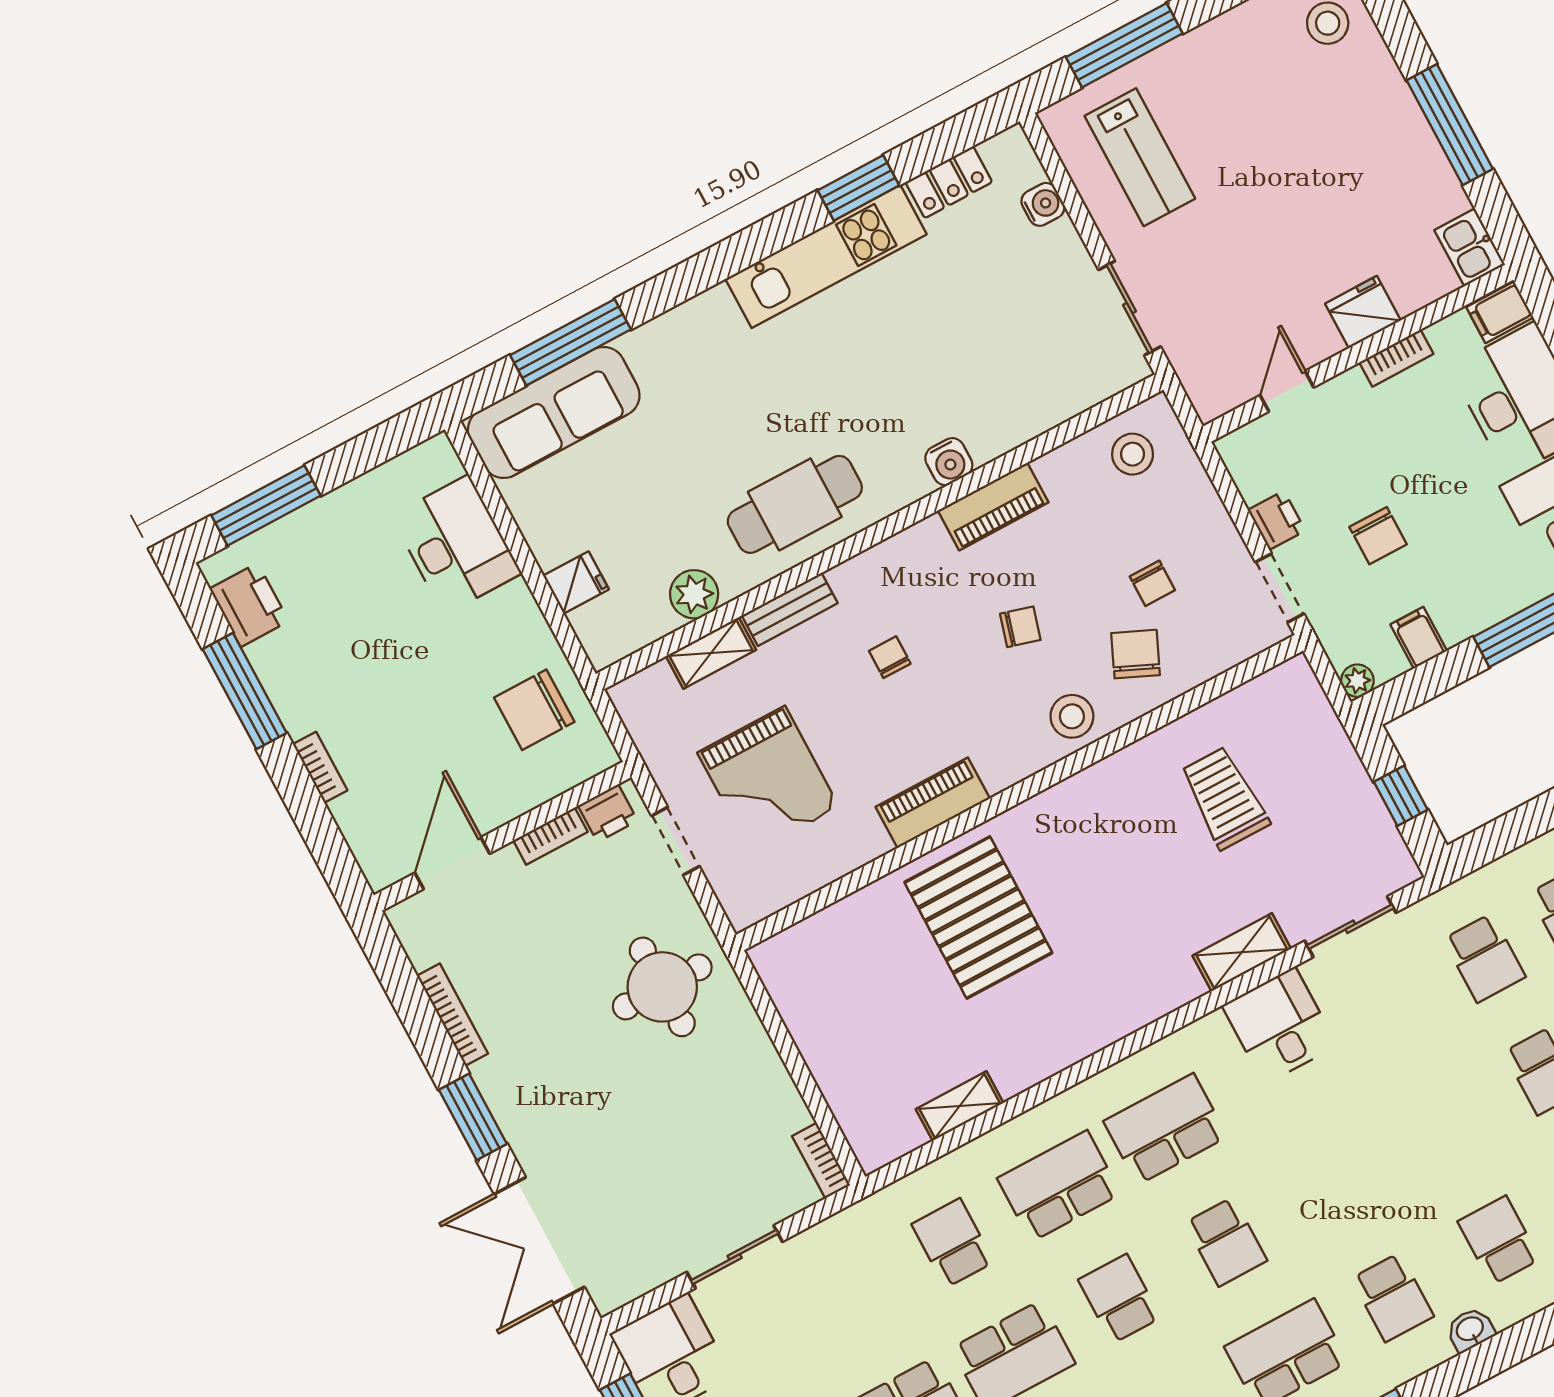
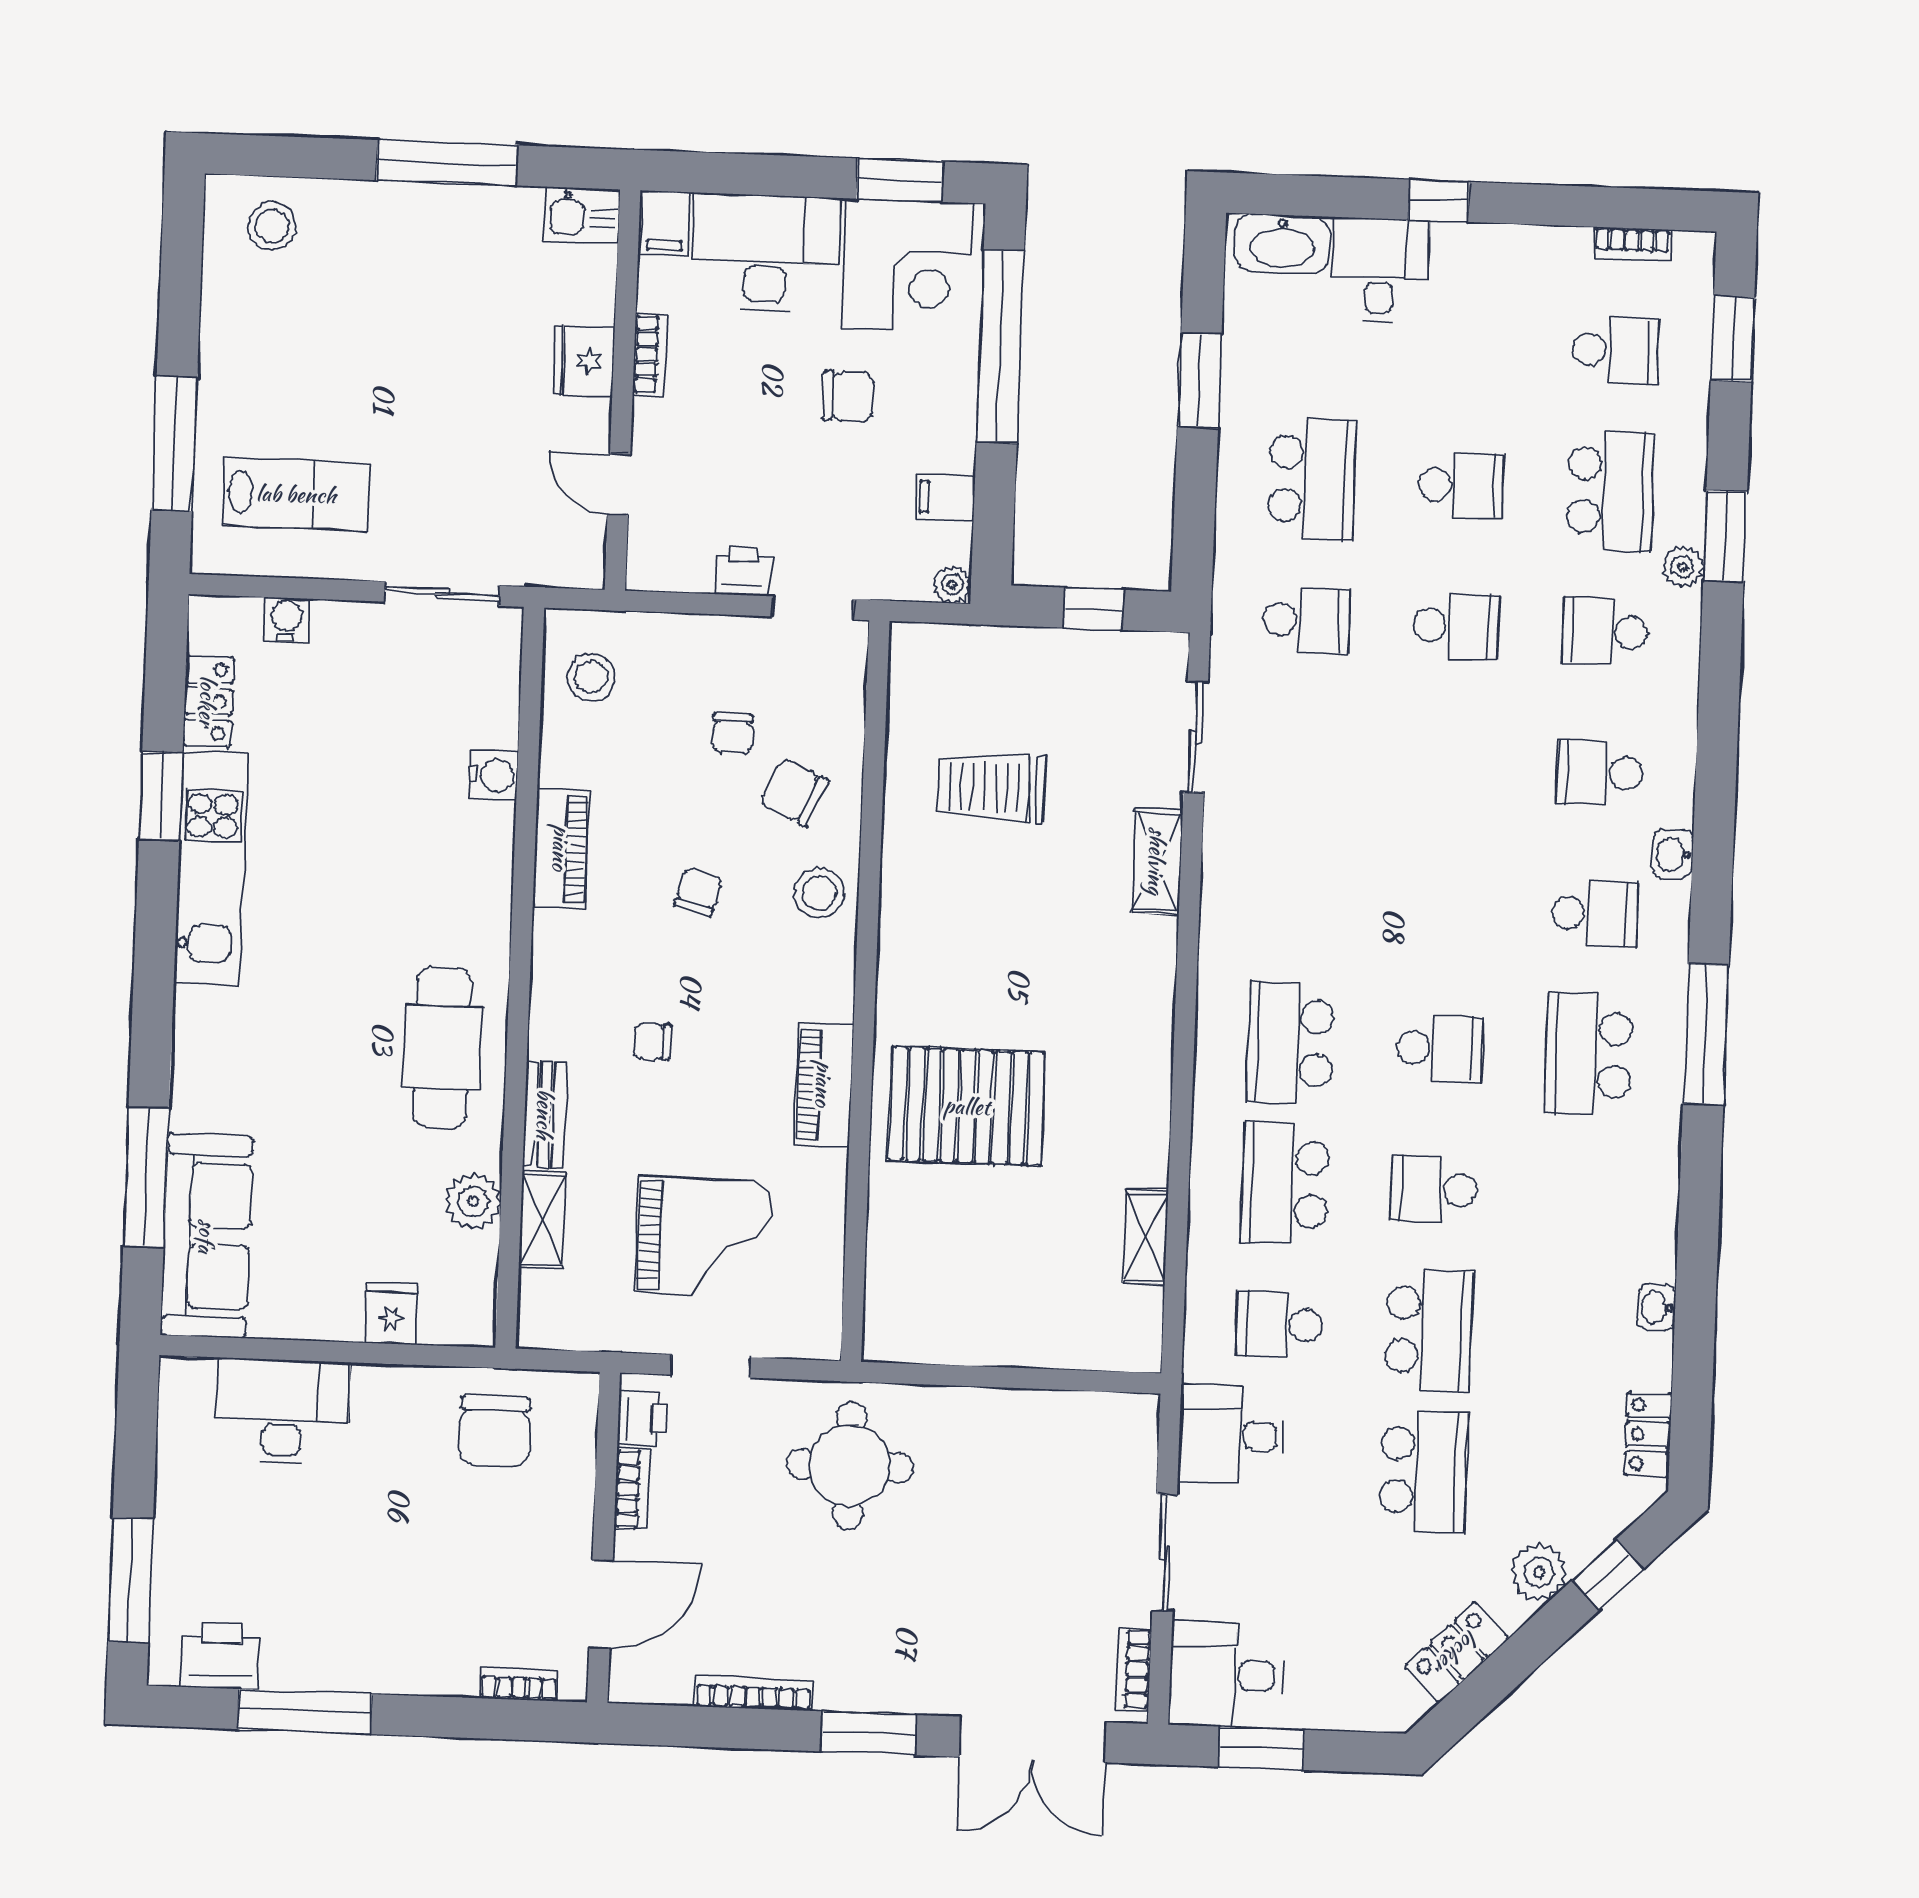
water cooler: (949, 462) -> (493, 775), moved
chair: (1378, 536) -> (848, 396), moved
chair: (1152, 583) -> (733, 733), turned 90
bookcase: (320, 767) -> (519, 1684), moved
door: (452, 863) -> (601, 1604), swing flipped
desk: (1280, 1026) -> (1232, 1435), moved
bookcase: (821, 1161) -> (1133, 1669), moved, turned 90

